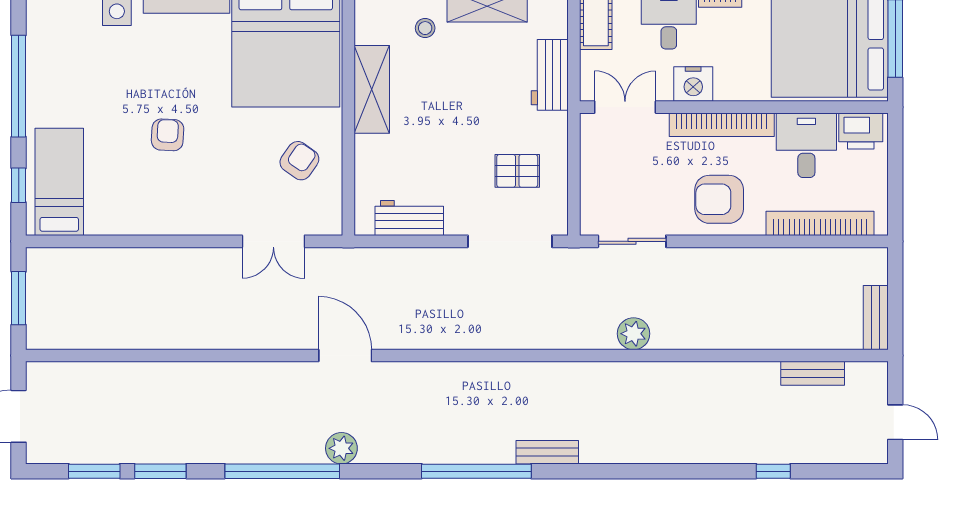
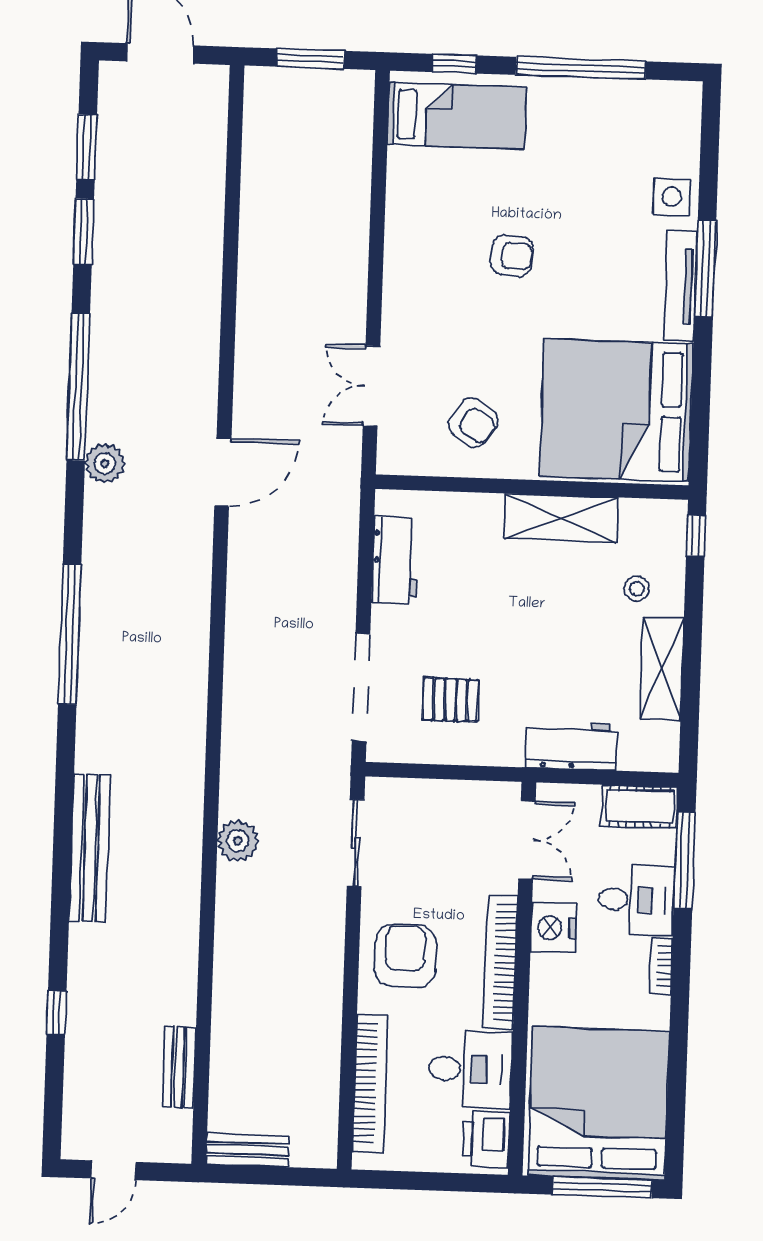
pallet: (517, 171) -> (451, 700), turned 90
bench: (547, 452) -> (90, 848), moved, width x1.86, depth x1.21

